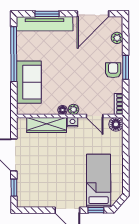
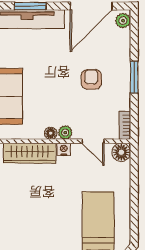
plant: (117, 38) -> (123, 21), moved
armchair: (113, 70) -> (91, 79), moved

